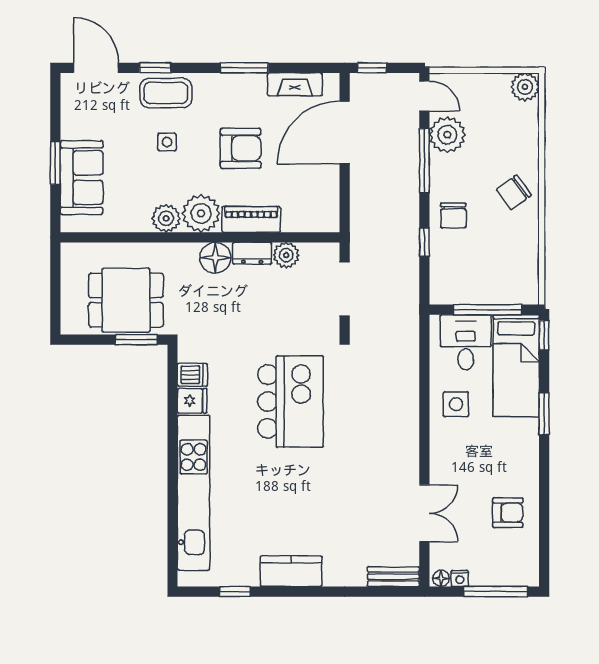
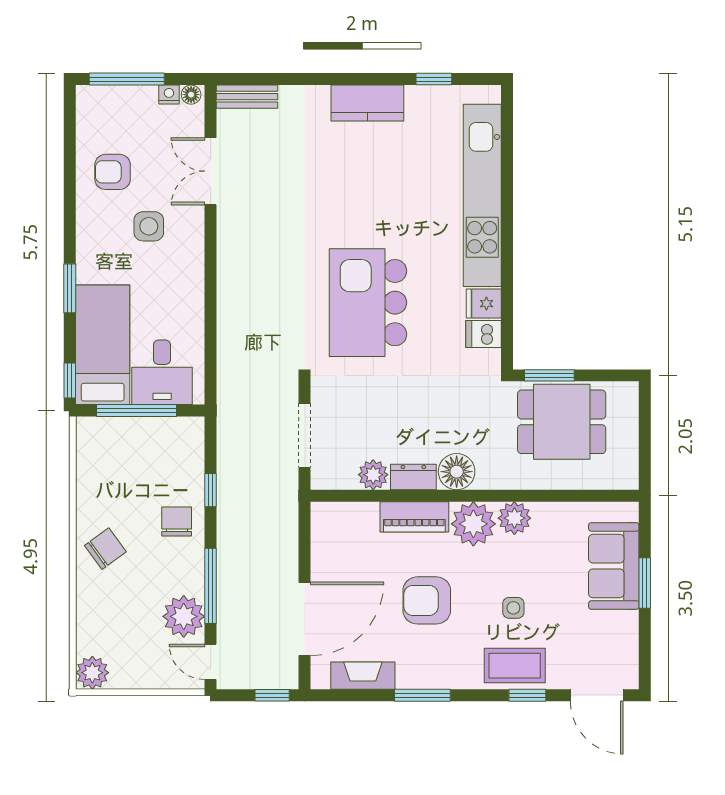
side table: (456, 404) -> (149, 226), moved

